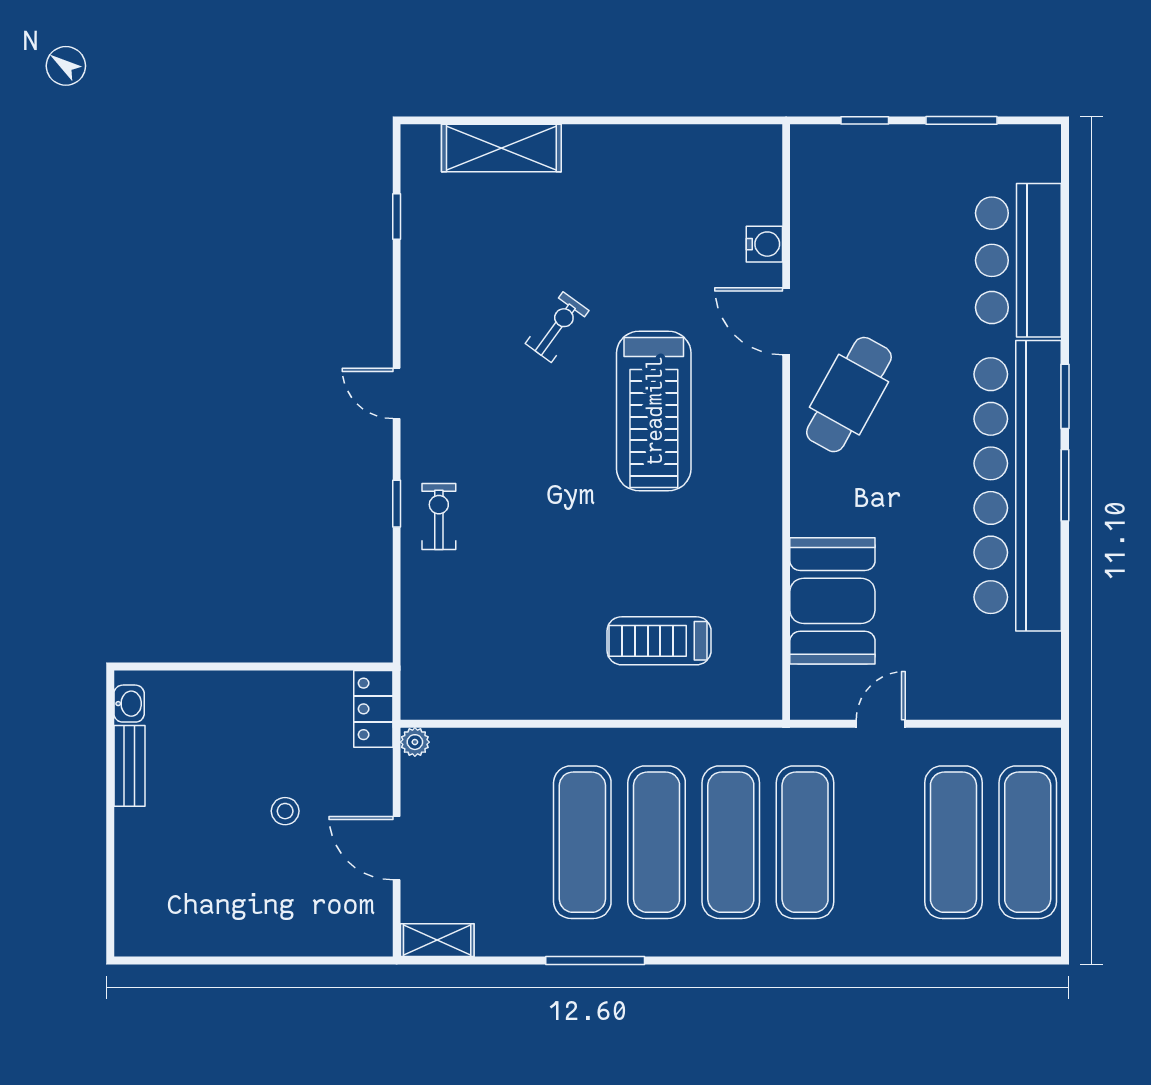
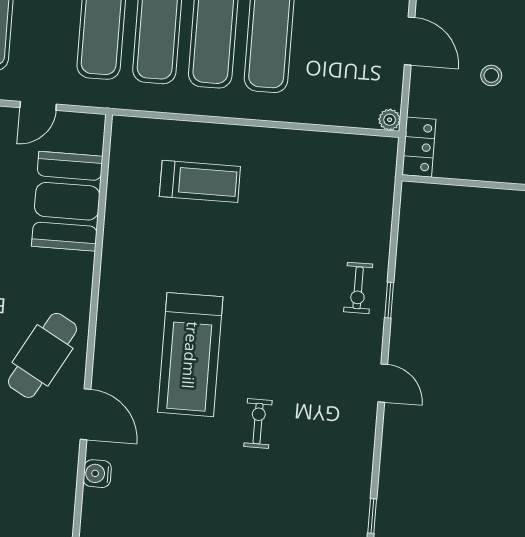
exercise bike: (557, 327) -> (258, 423), turned 144
treadmill: (654, 411) -> (190, 355), turned 180

